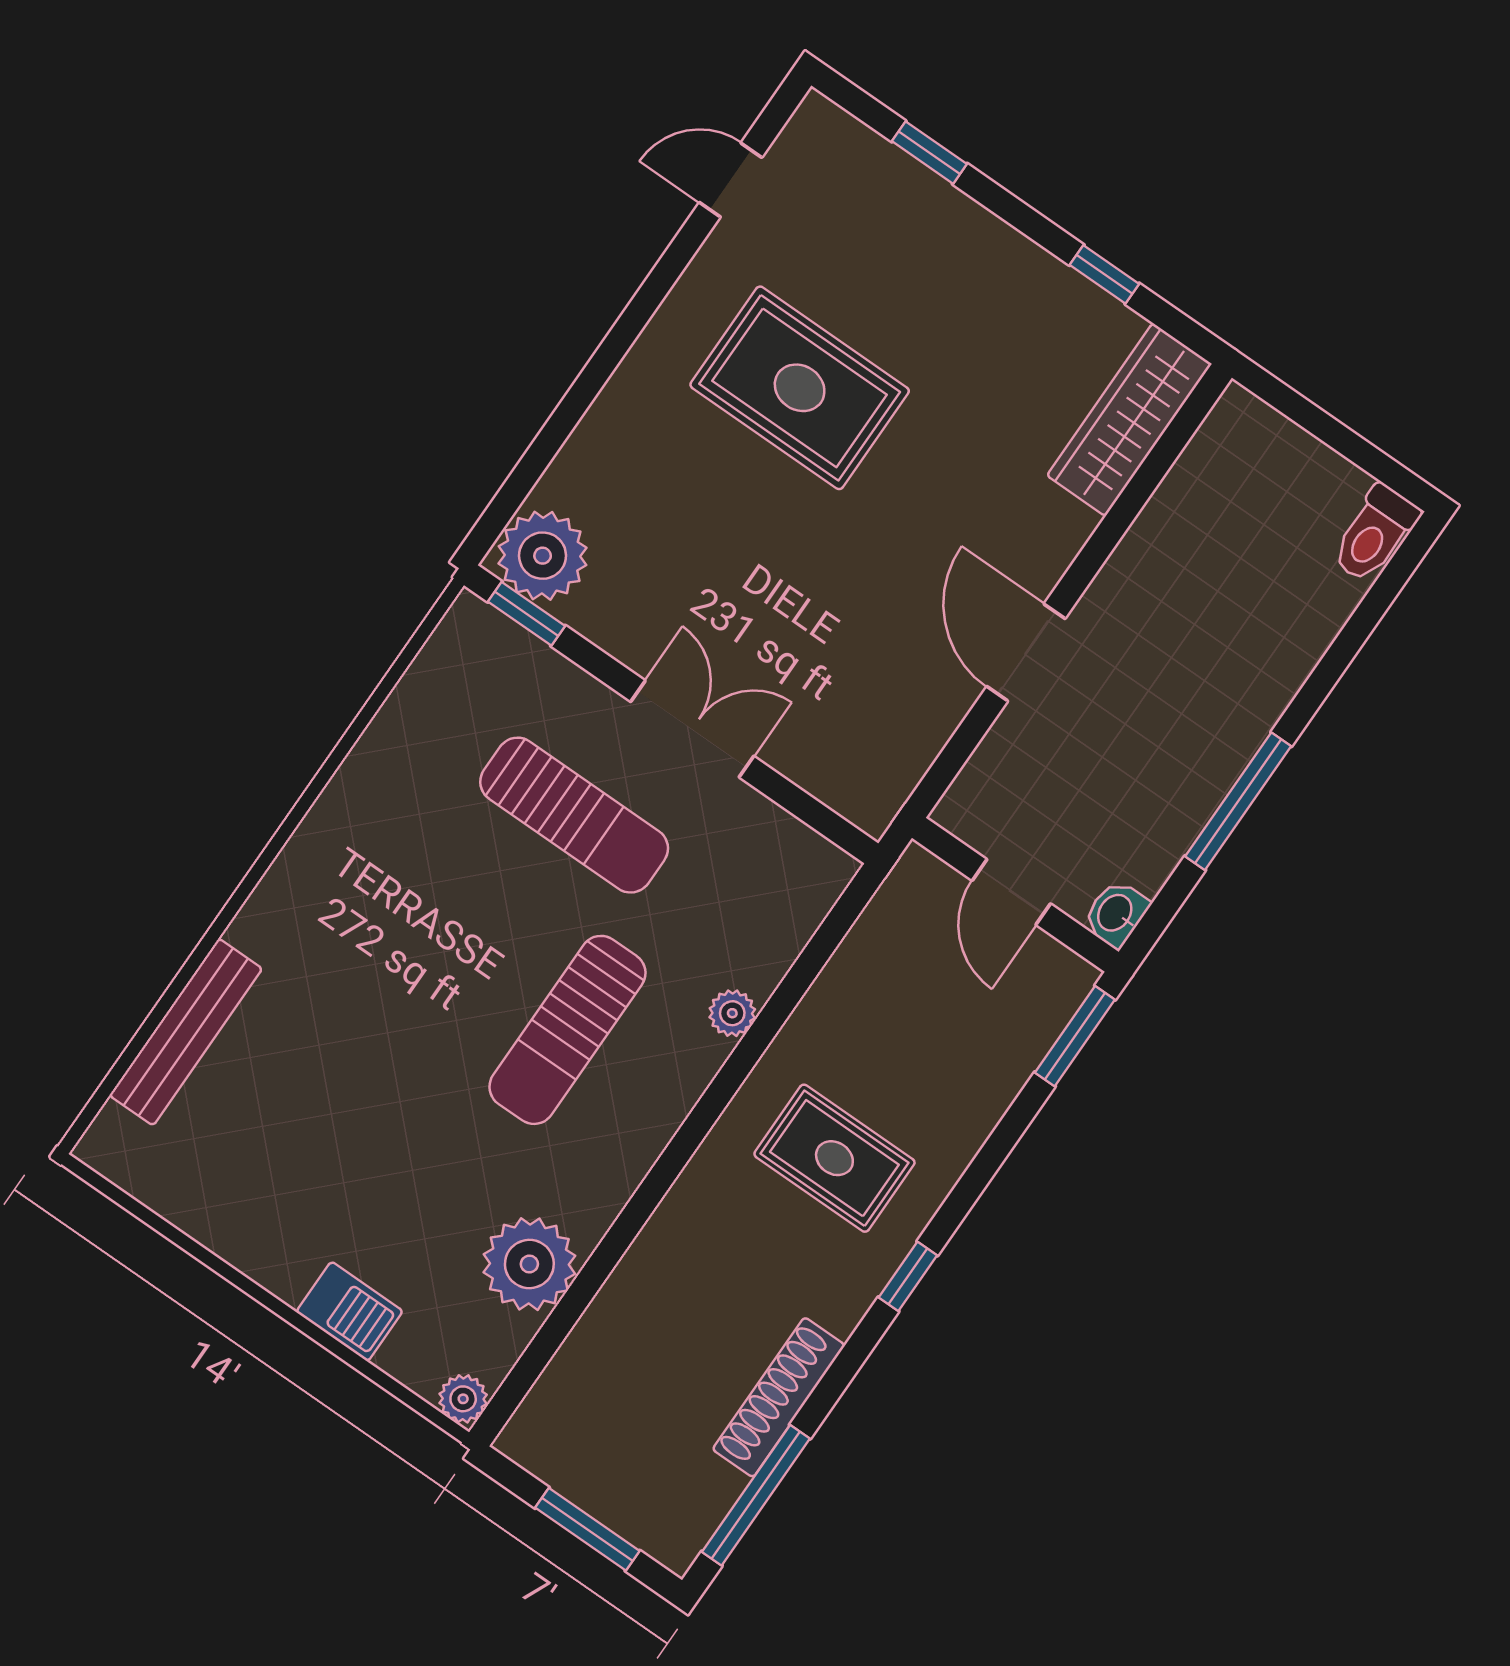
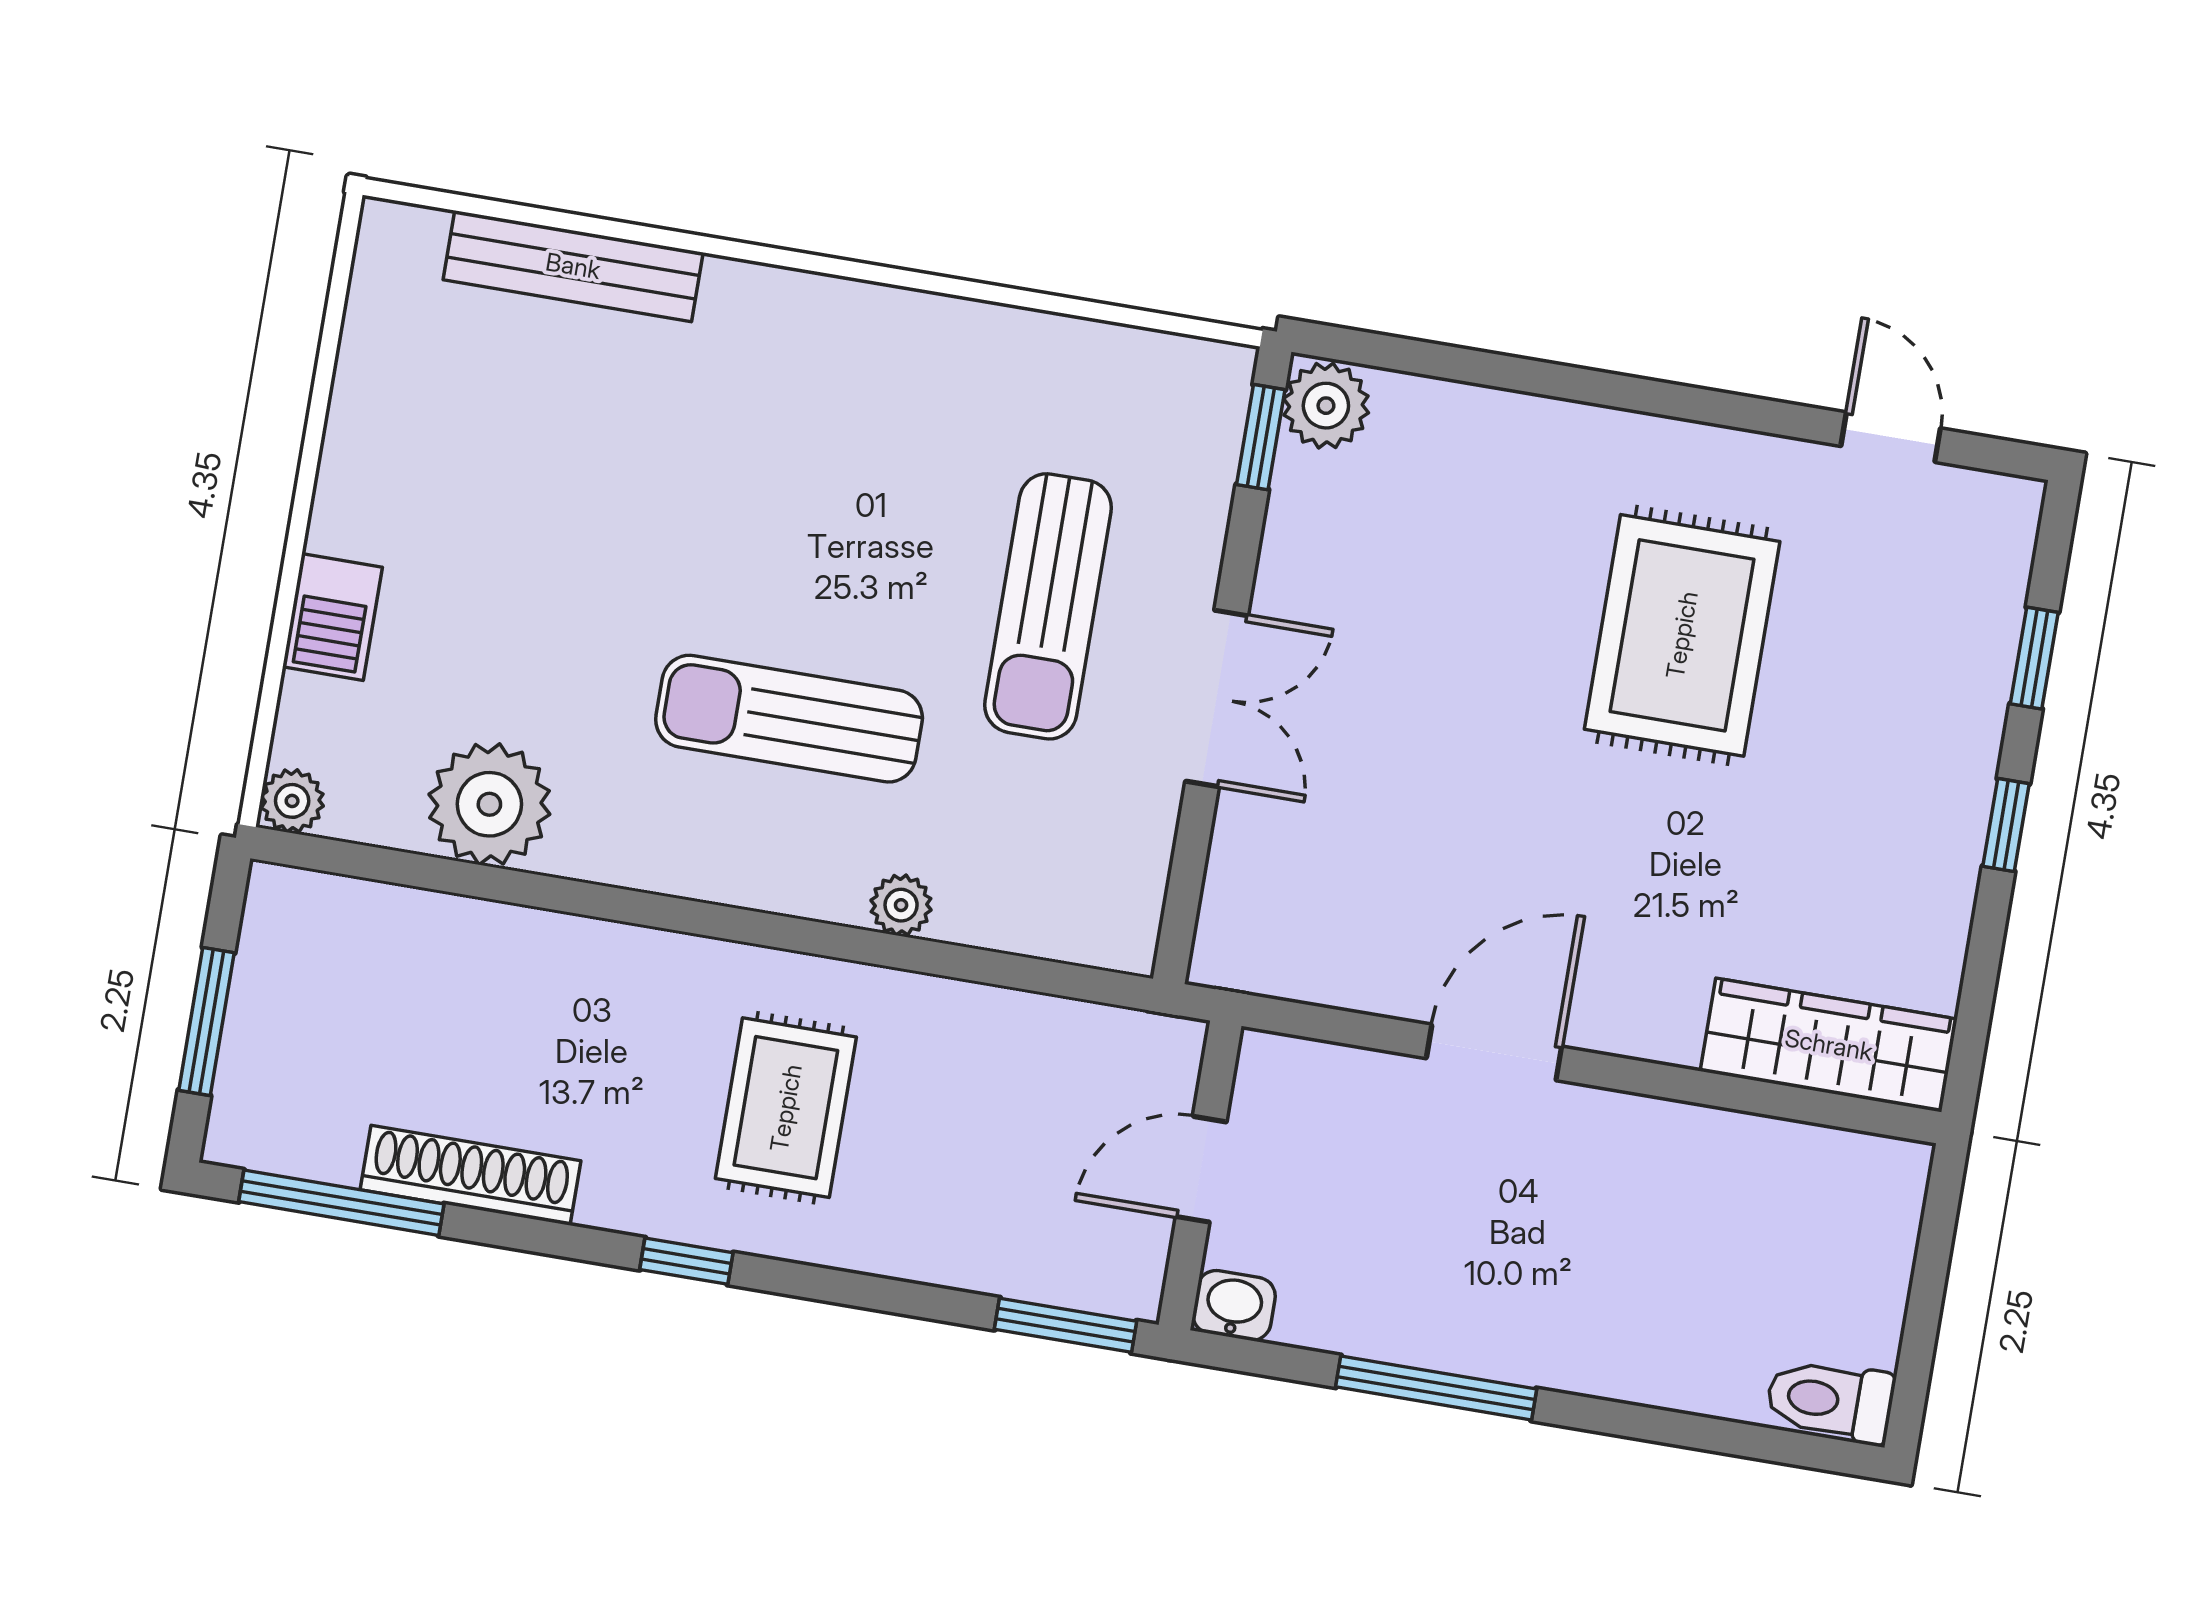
window: (1104, 274) -> (2006, 825), moved
plant: (543, 556) -> (1326, 406), width x0.73, depth x0.73

